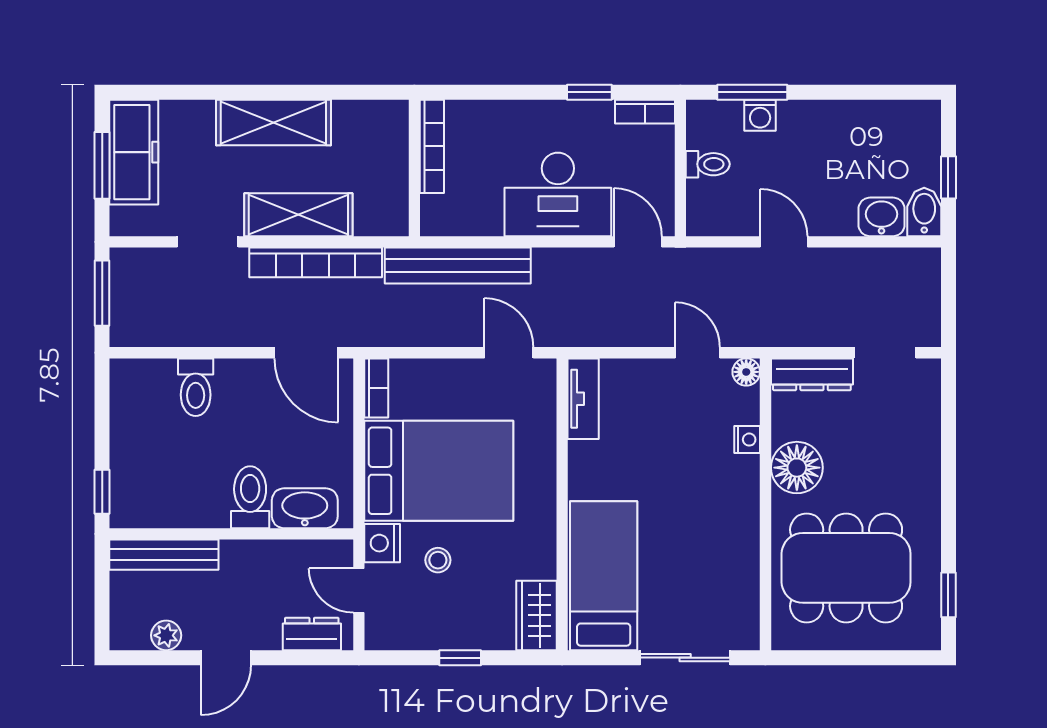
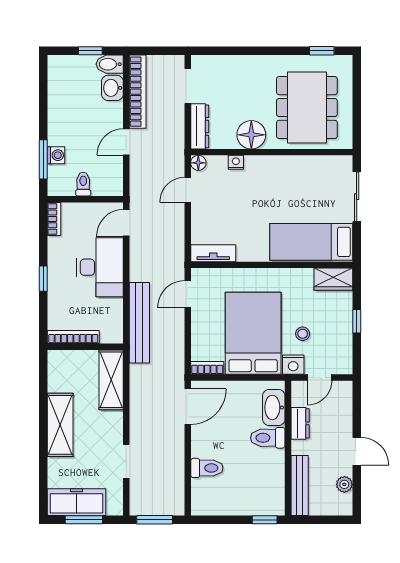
window: (589, 92) -> (43, 279), moved
shelving: (298, 215) -> (111, 380), moved
bookcase: (316, 262) -> (138, 92), moved
dresser: (312, 634) -> (300, 423), moved, turned 180

